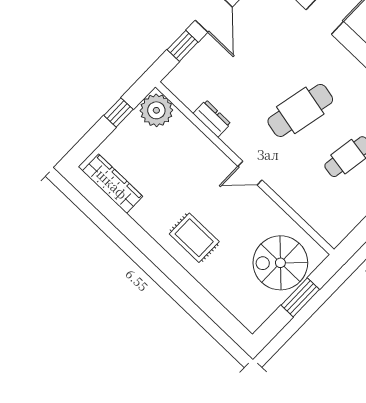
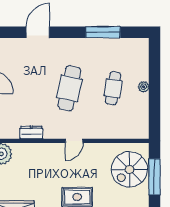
window: (300, 297) -> (154, 177), width x1.44

